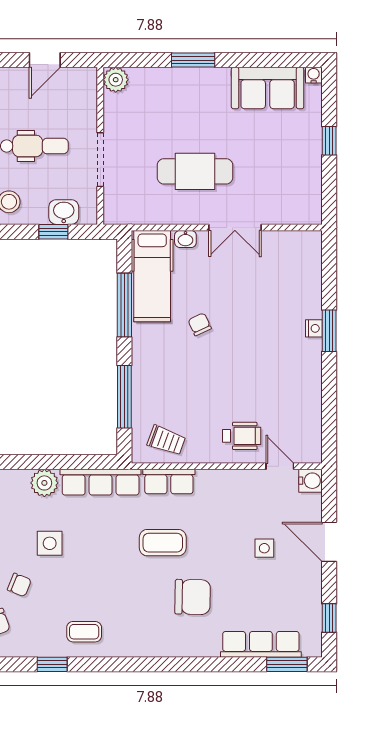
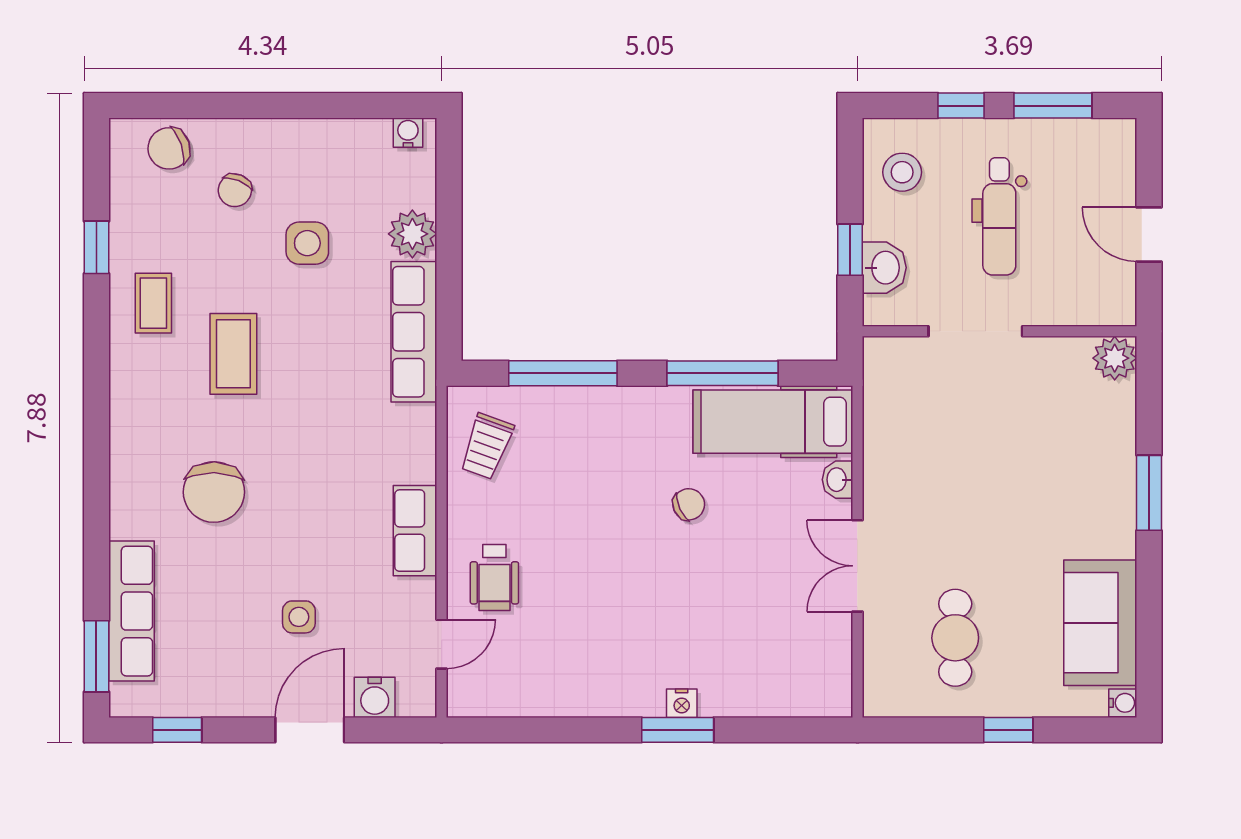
cafe table: (195, 171) -> (955, 638), moved, width x0.73, depth x0.74
water cooler: (310, 481) -> (375, 697), moved
row of seats: (169, 482) -> (415, 531), moved
coffee table: (163, 543) -> (233, 354), moved

